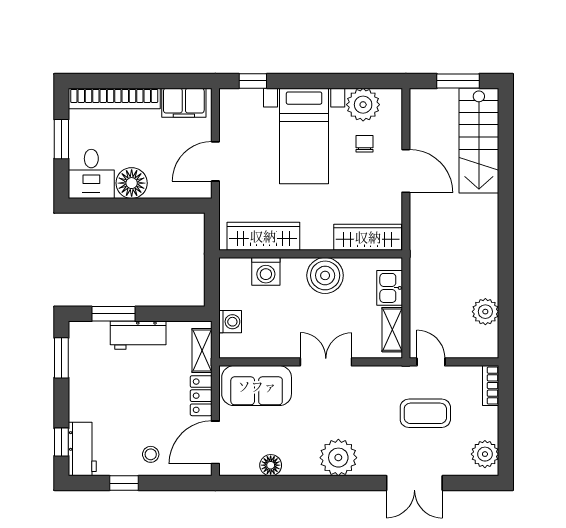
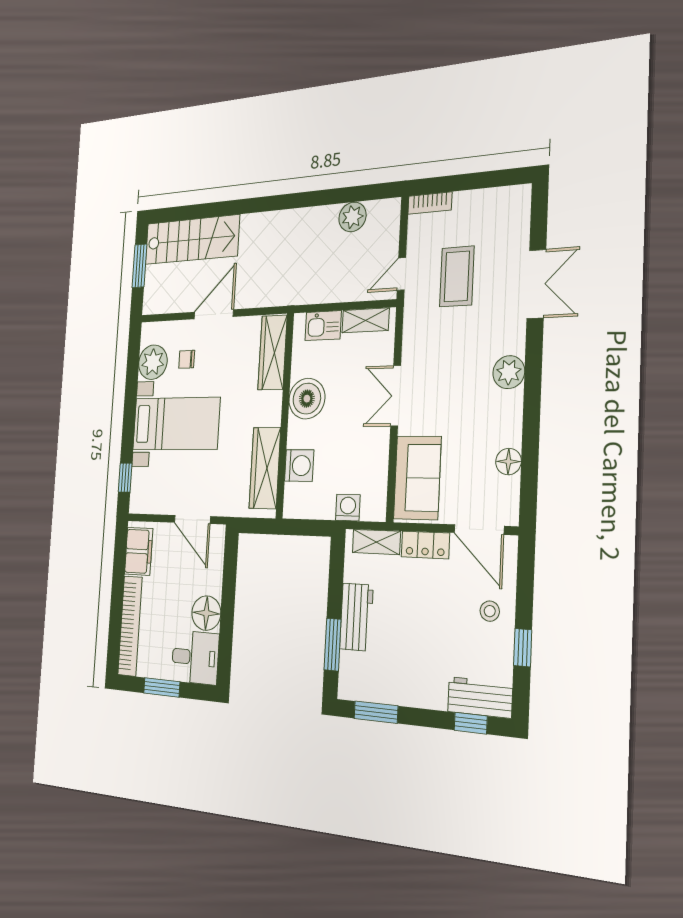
plant: (485, 454) -> (506, 202), removed
plant: (338, 458) -> (509, 372), width x0.73, depth x0.73

